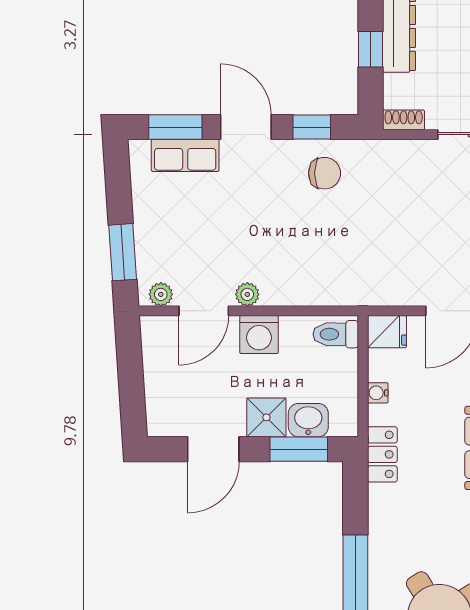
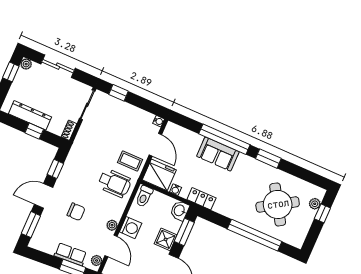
row of seats: (185, 155) -> (70, 254), moved, turned -94
chair: (325, 173) -> (76, 212), moved, turned 90
wheelchair: (336, 262) -> (115, 183), added
coffee table: (395, 273) -> (130, 161), added
fridge: (387, 332) -> (159, 175), width x1.88, depth x1.34
washbasin: (308, 420) -> (180, 210), moved

